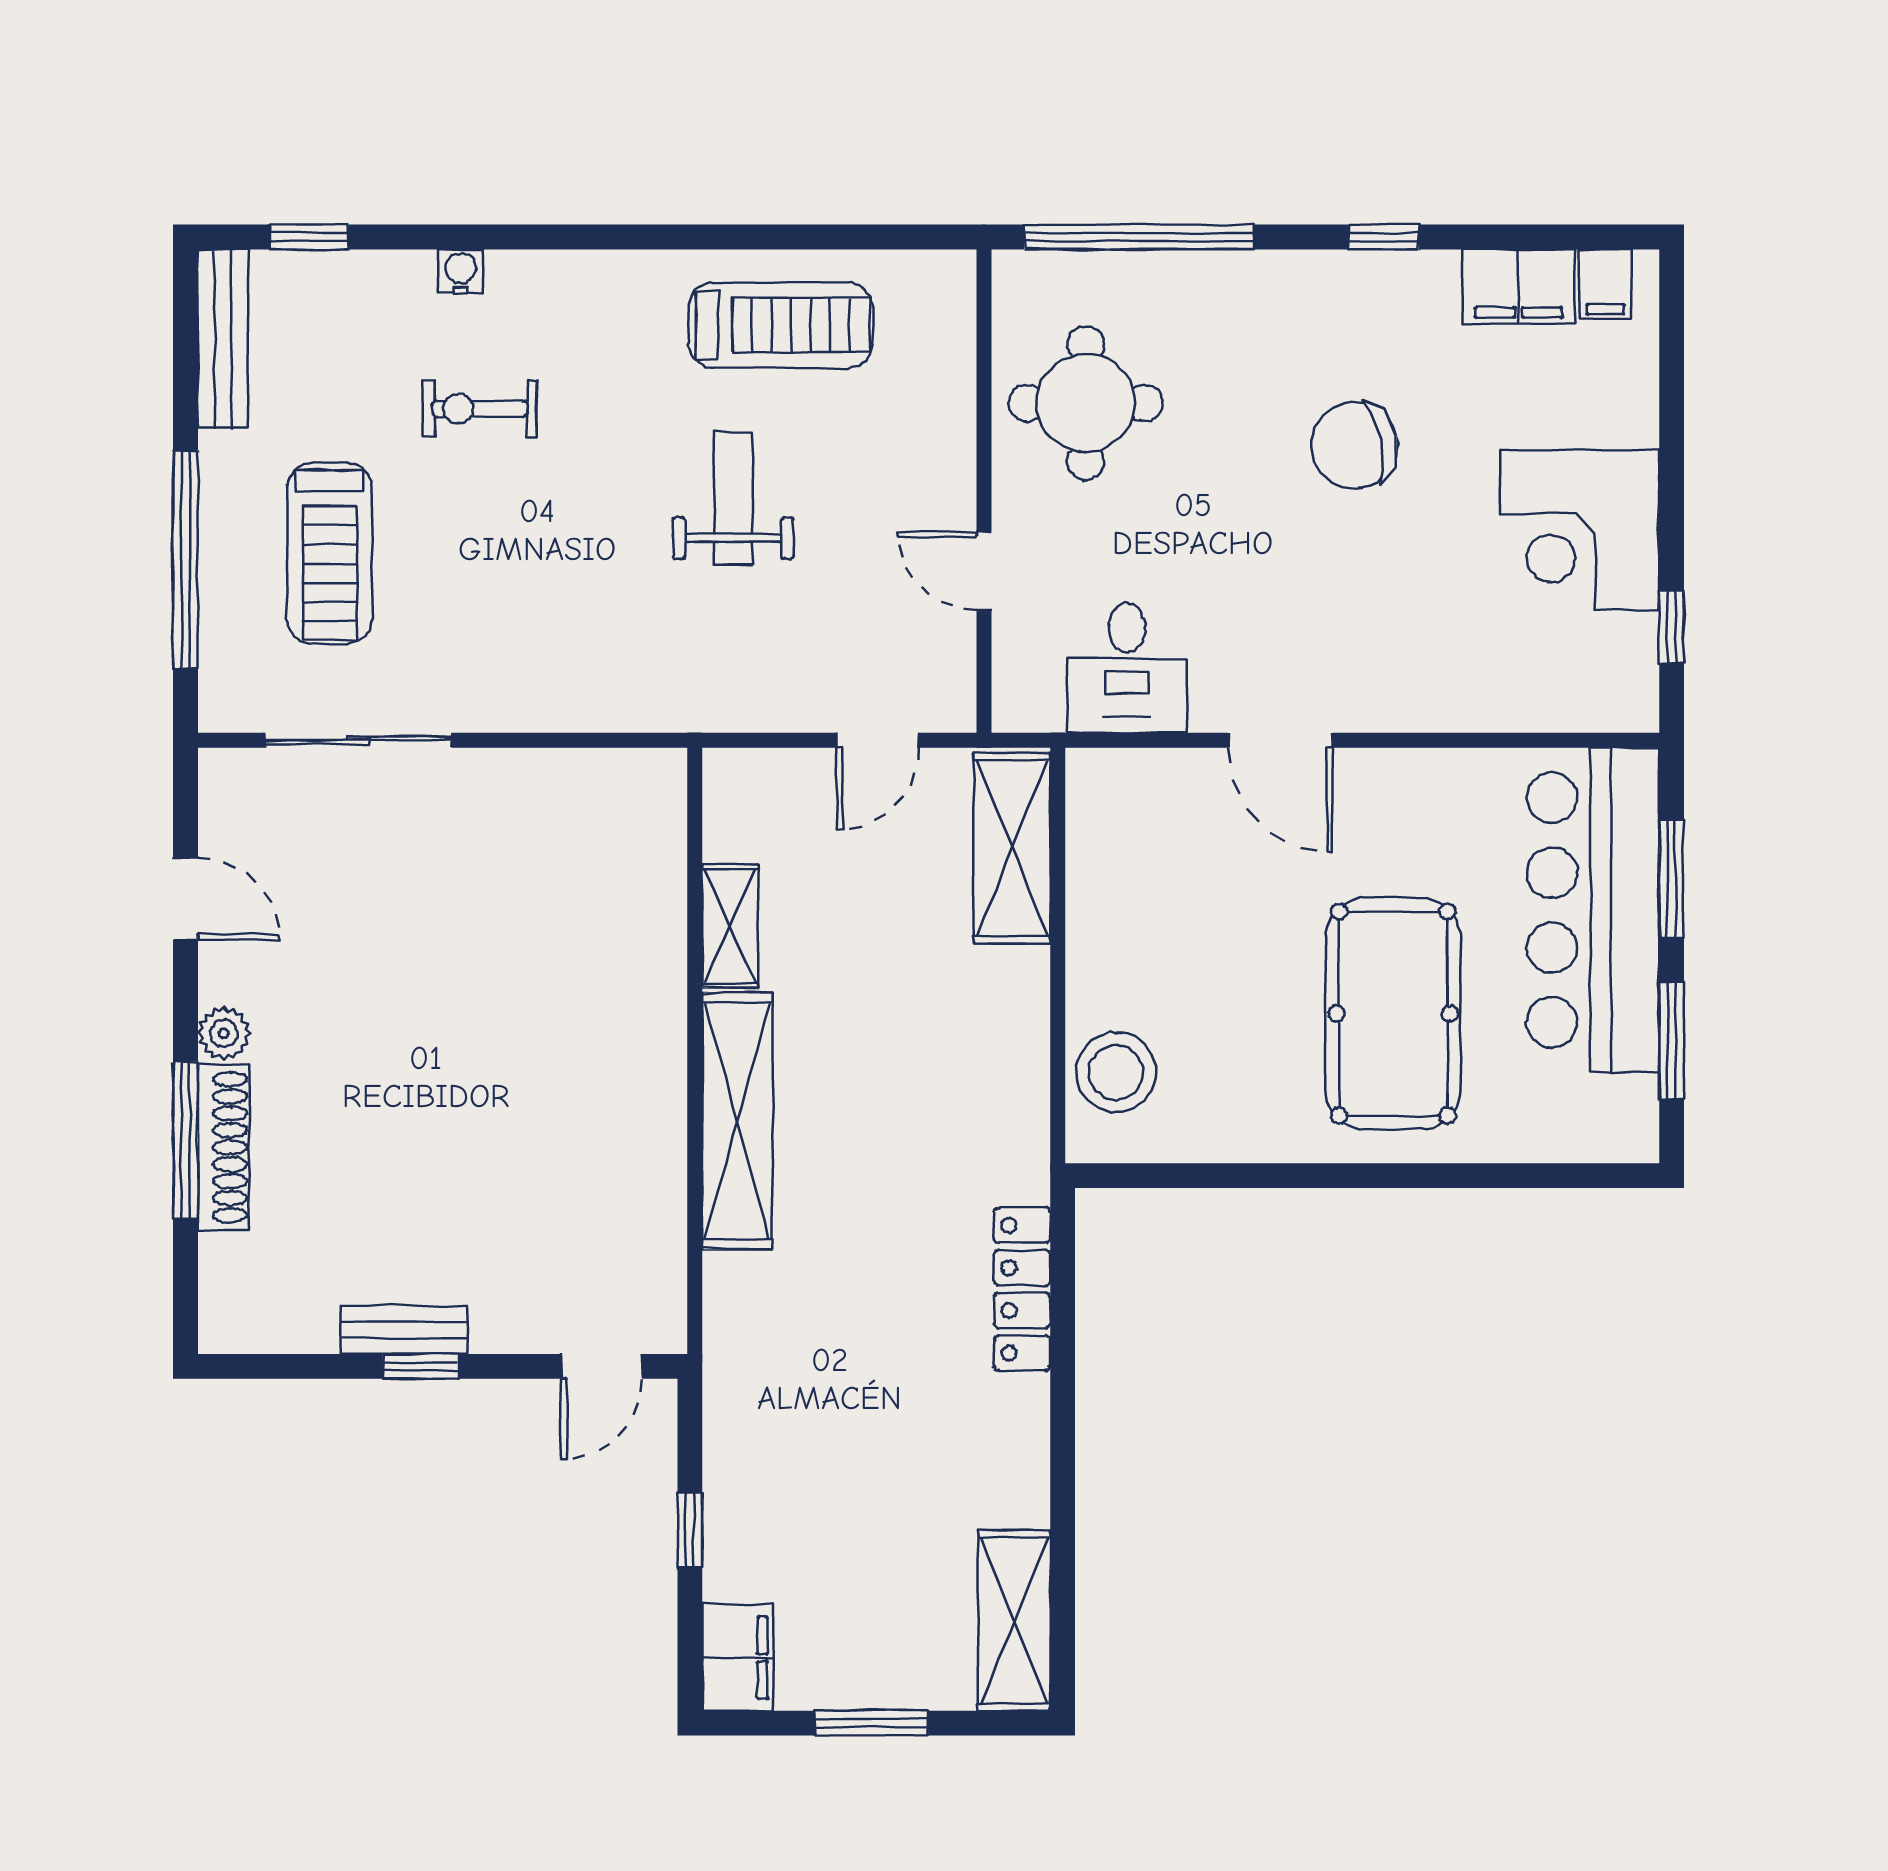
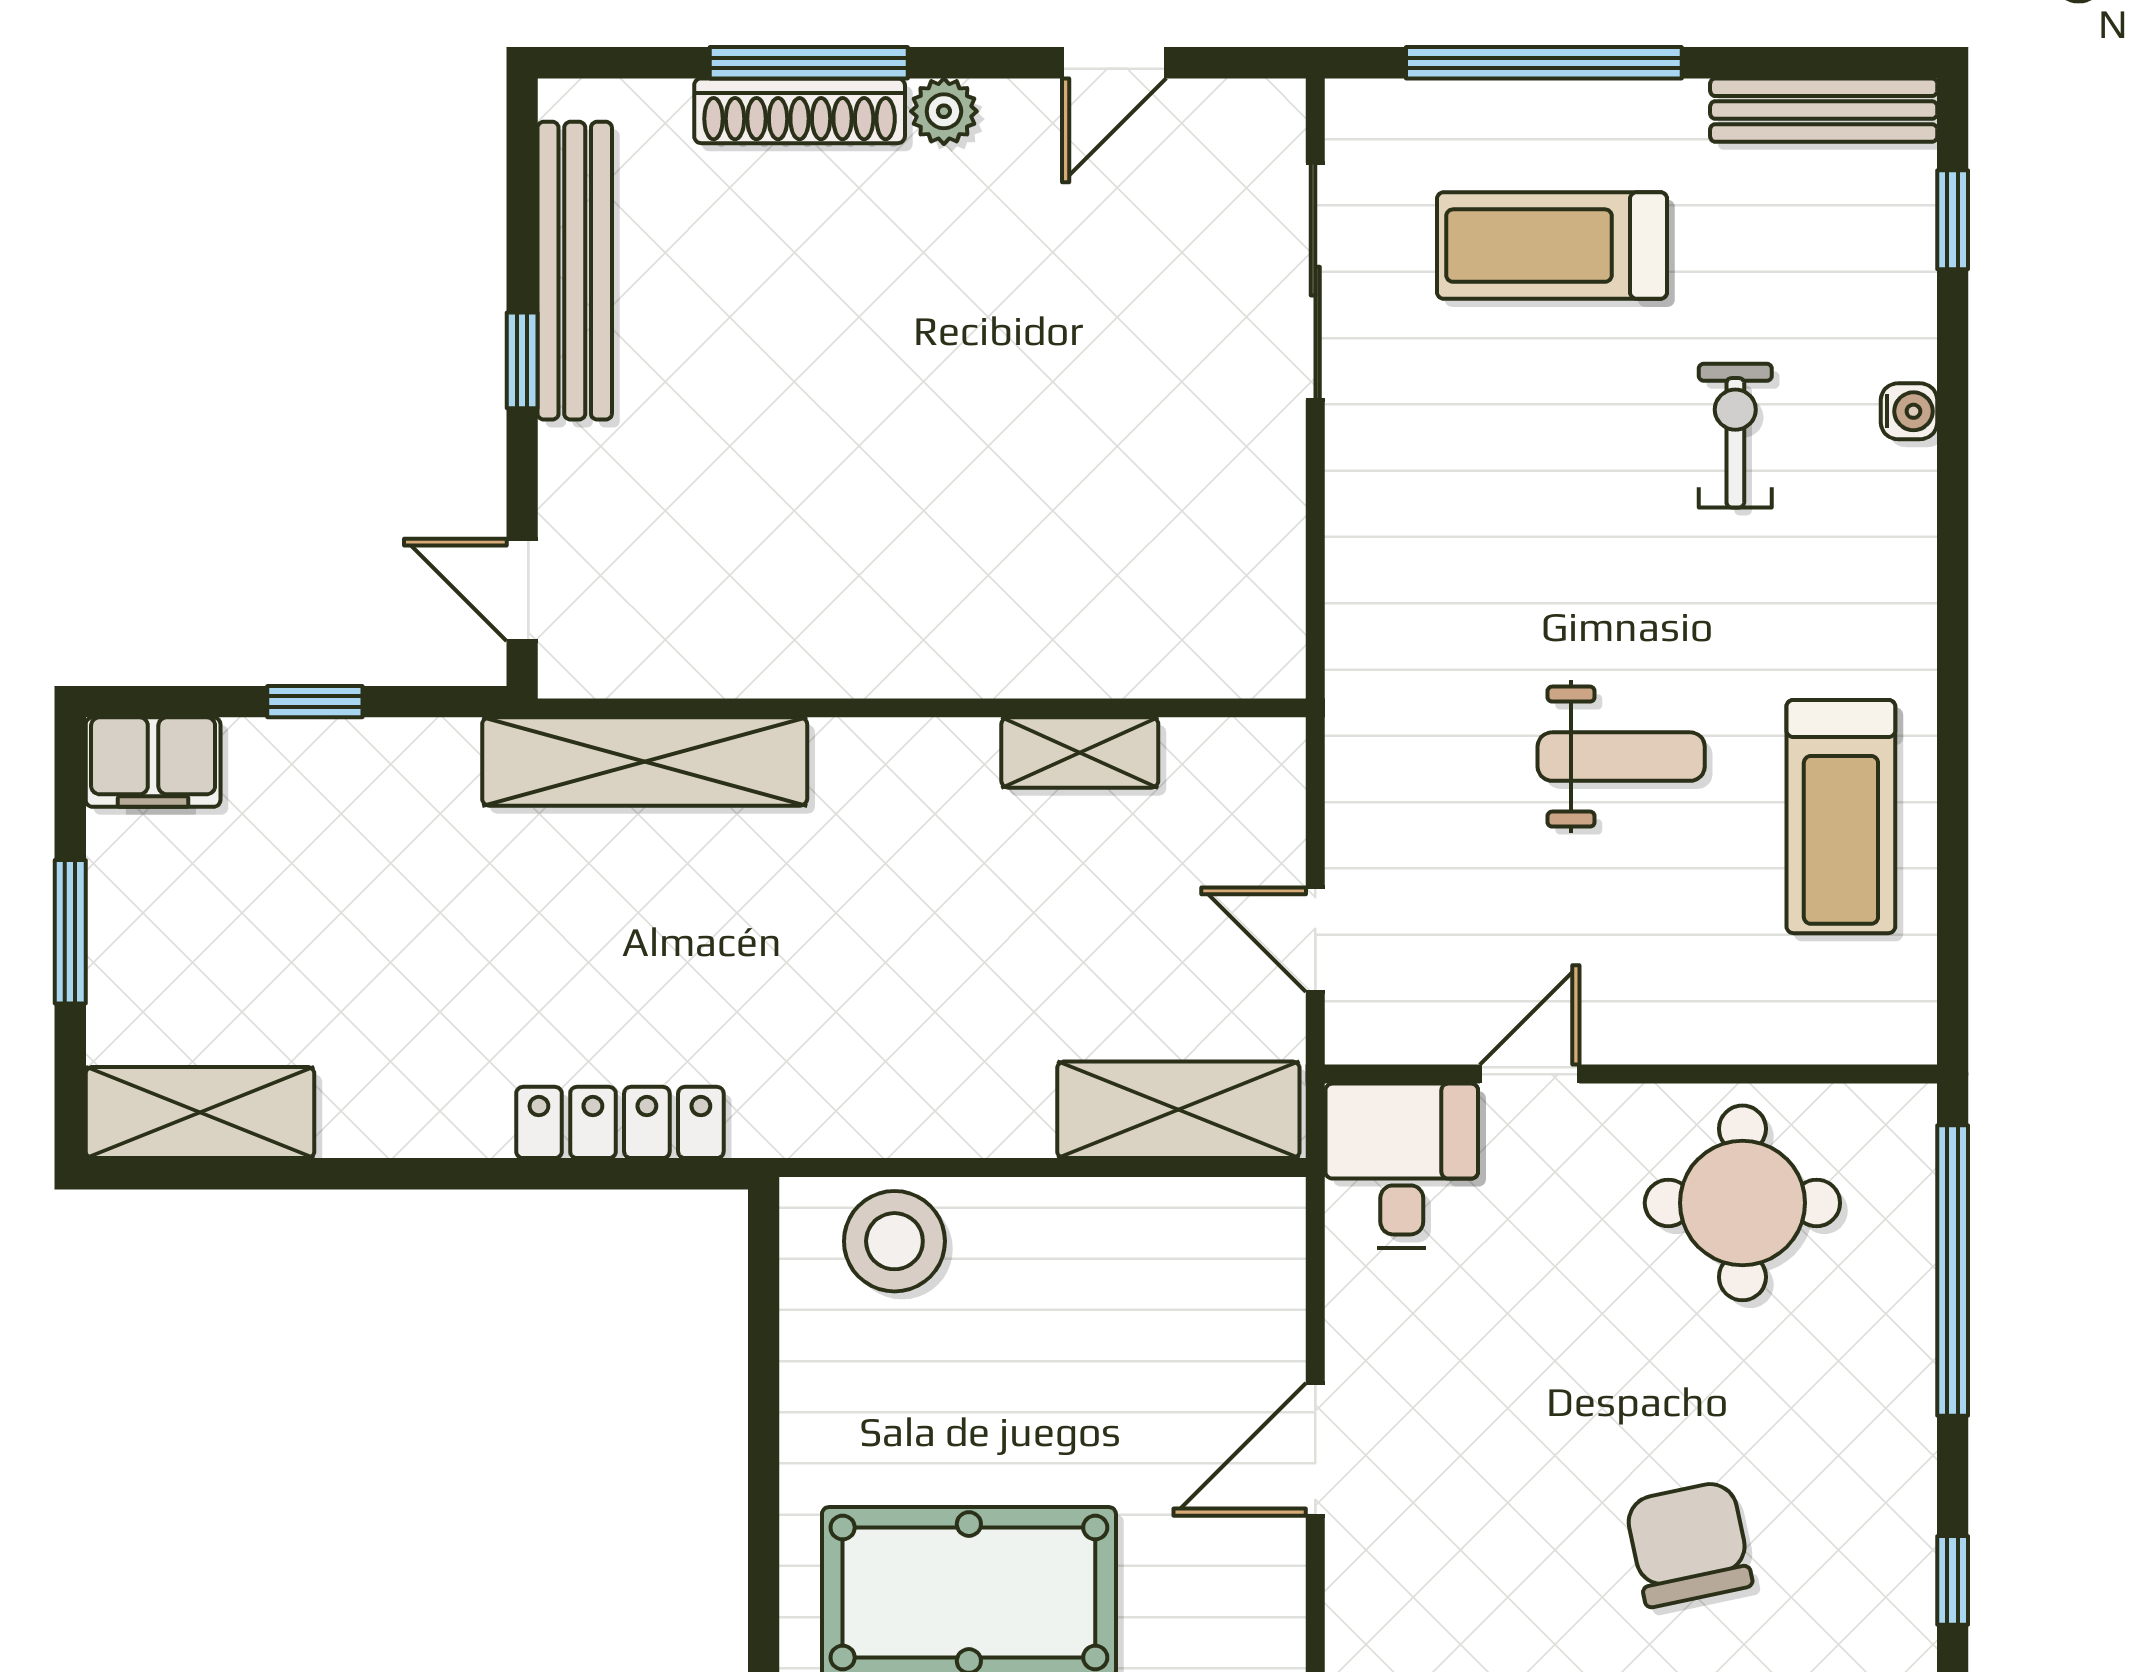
desk: (1127, 668) -> (1402, 1166), moved, turned 90
shelving: (737, 1121) -> (645, 761), moved
bench: (404, 1330) -> (575, 271), width x1.86, depth x1.21

